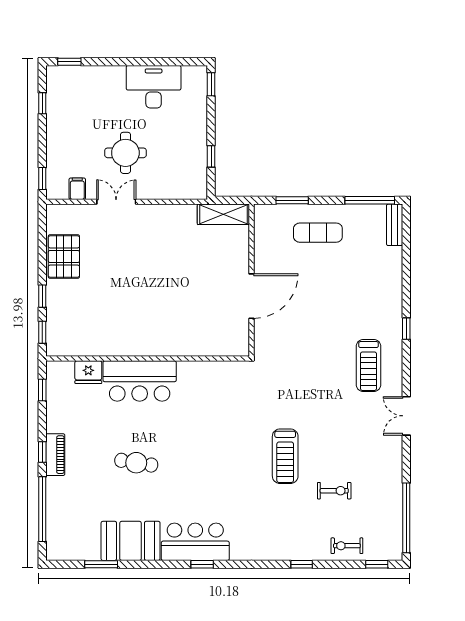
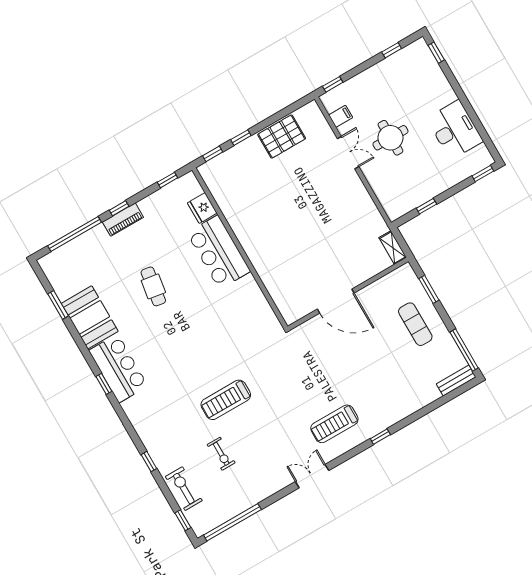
shelving: (223, 214) -> (393, 248), width x0.67, depth x0.75
exercise bike: (347, 546) -> (184, 489), width x1.38, depth x1.39

